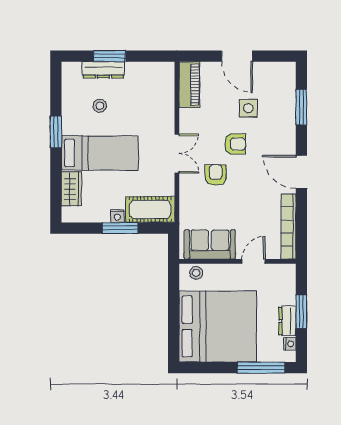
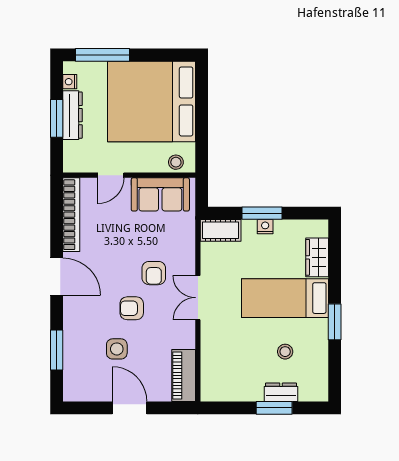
dresser: (103, 70) -> (281, 392), width x0.70
cot: (150, 209) -> (221, 230), width x0.73, depth x0.75
dresser: (287, 321) -> (72, 115), width x1.44

